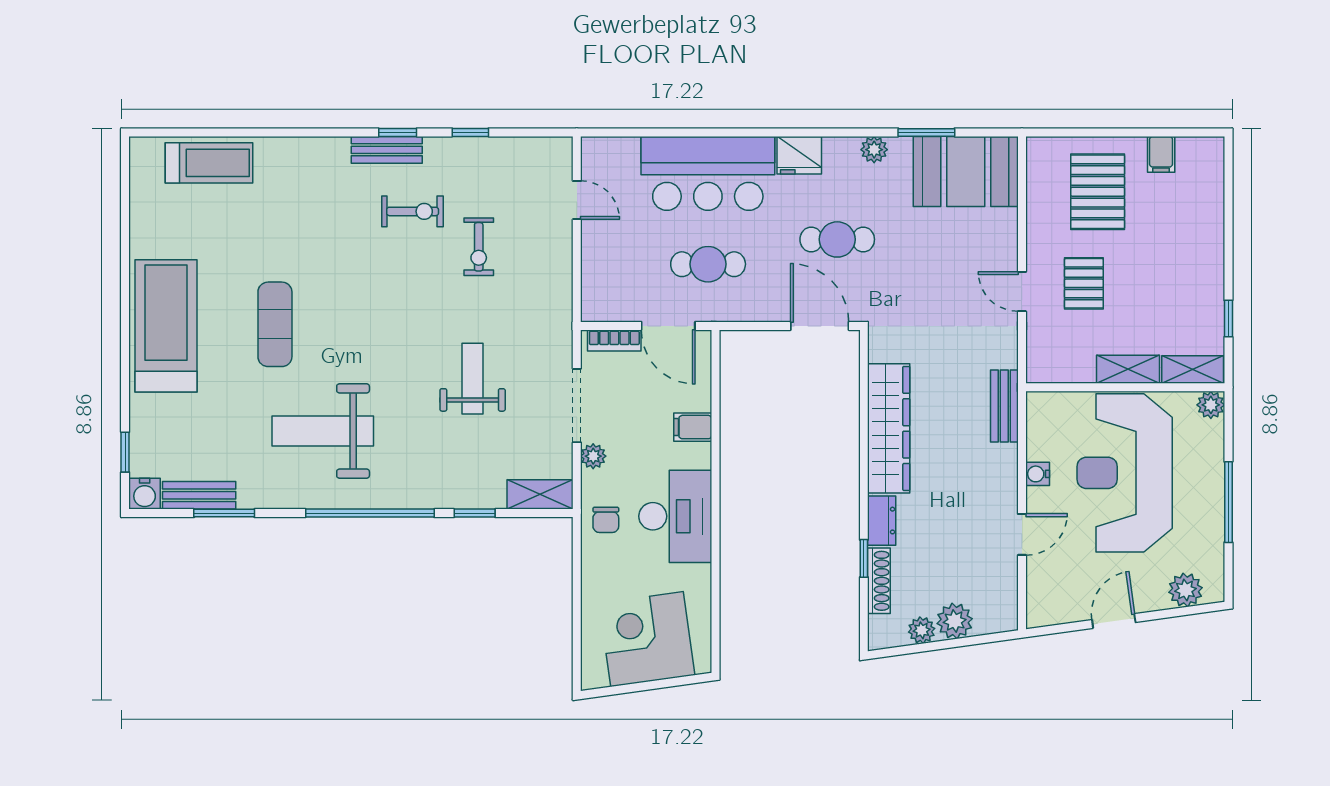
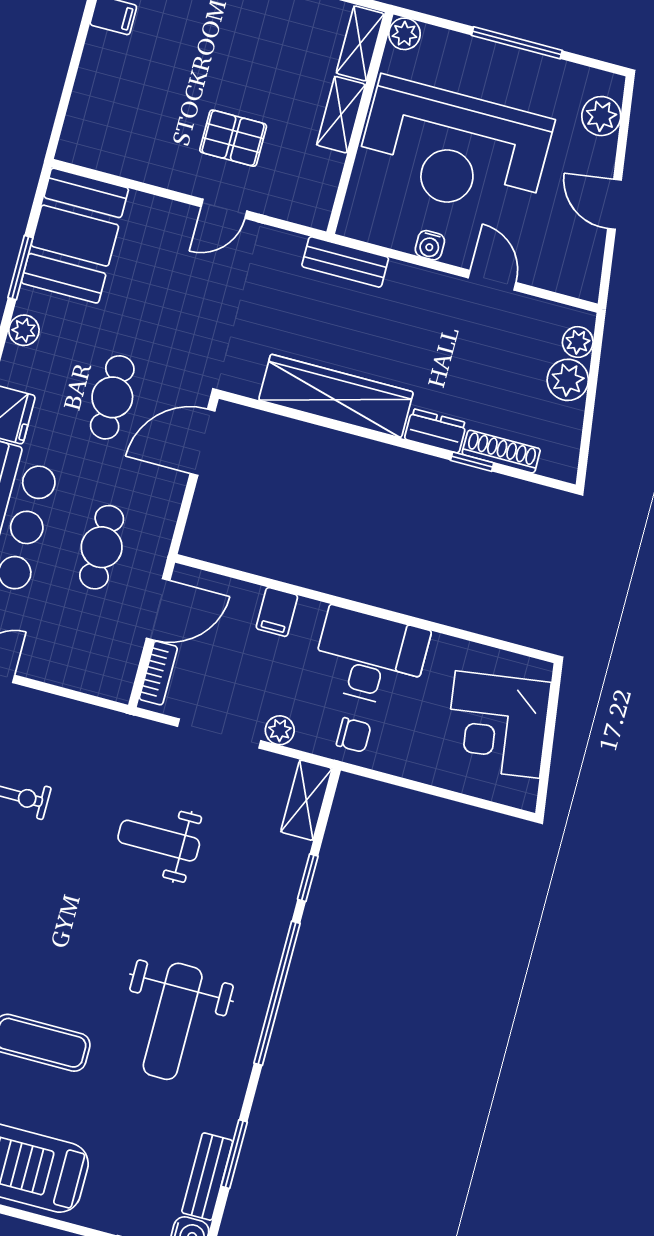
pallet: (1098, 192) -> (136, 96), removed
plant: (922, 630) -> (578, 342), moved

